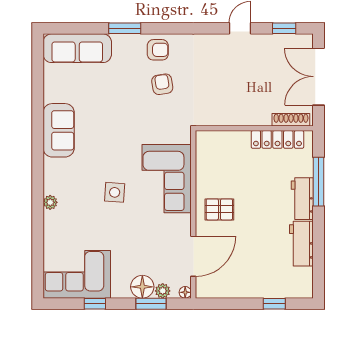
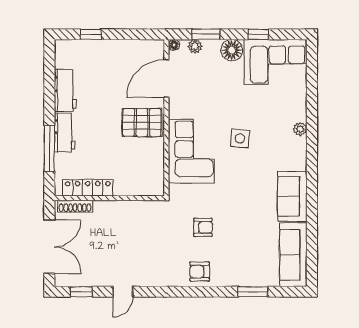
window: (125, 28) -> (253, 292), moved
sofa: (77, 48) -> (293, 255), moved, turned -90
armchair: (162, 84) -> (203, 227), moved, turned -81
pallet: (219, 209) -> (142, 122), width x1.50, depth x1.42
floor lamp: (142, 287) -> (232, 50), moved

